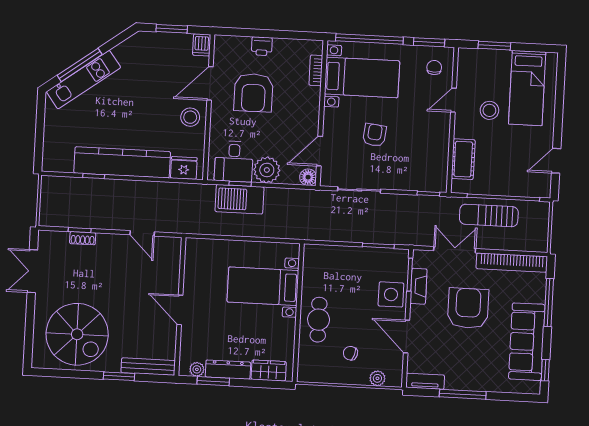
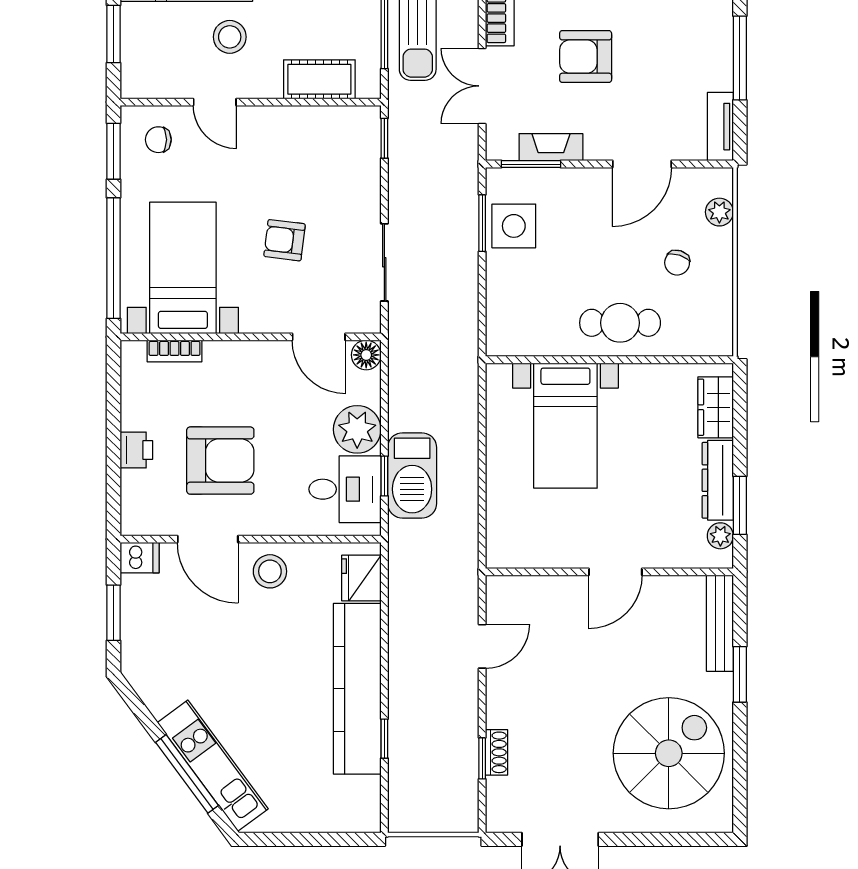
side table: (391, 294) -> (514, 226), moved
armchair: (468, 308) -> (586, 57), width x0.73, depth x0.73

